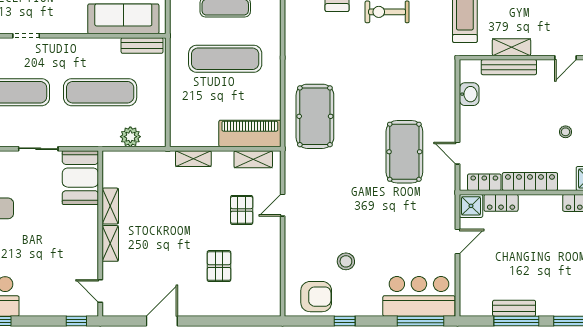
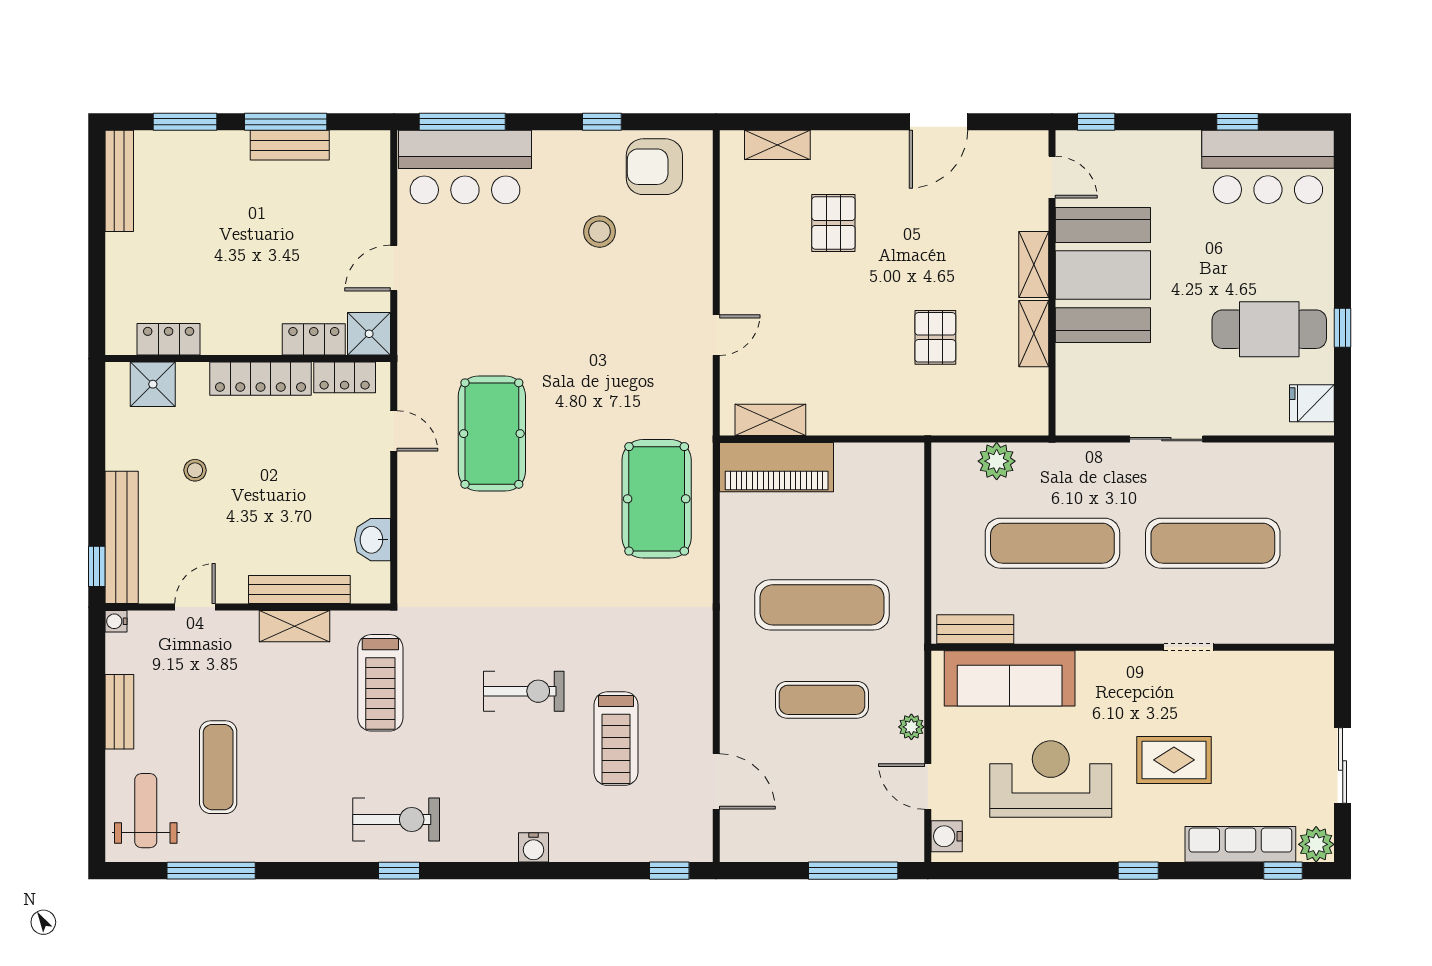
shelving: (193, 159) -> (777, 145), moved
booth: (80, 178) -> (1103, 275), moved, width x1.36, depth x1.42
pallet: (242, 210) -> (935, 337), moved

